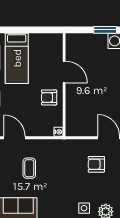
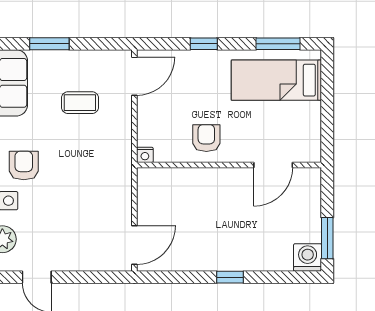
door: (64, 72) -> (273, 165), moved
armchair: (96, 164) -> (24, 165), moved

